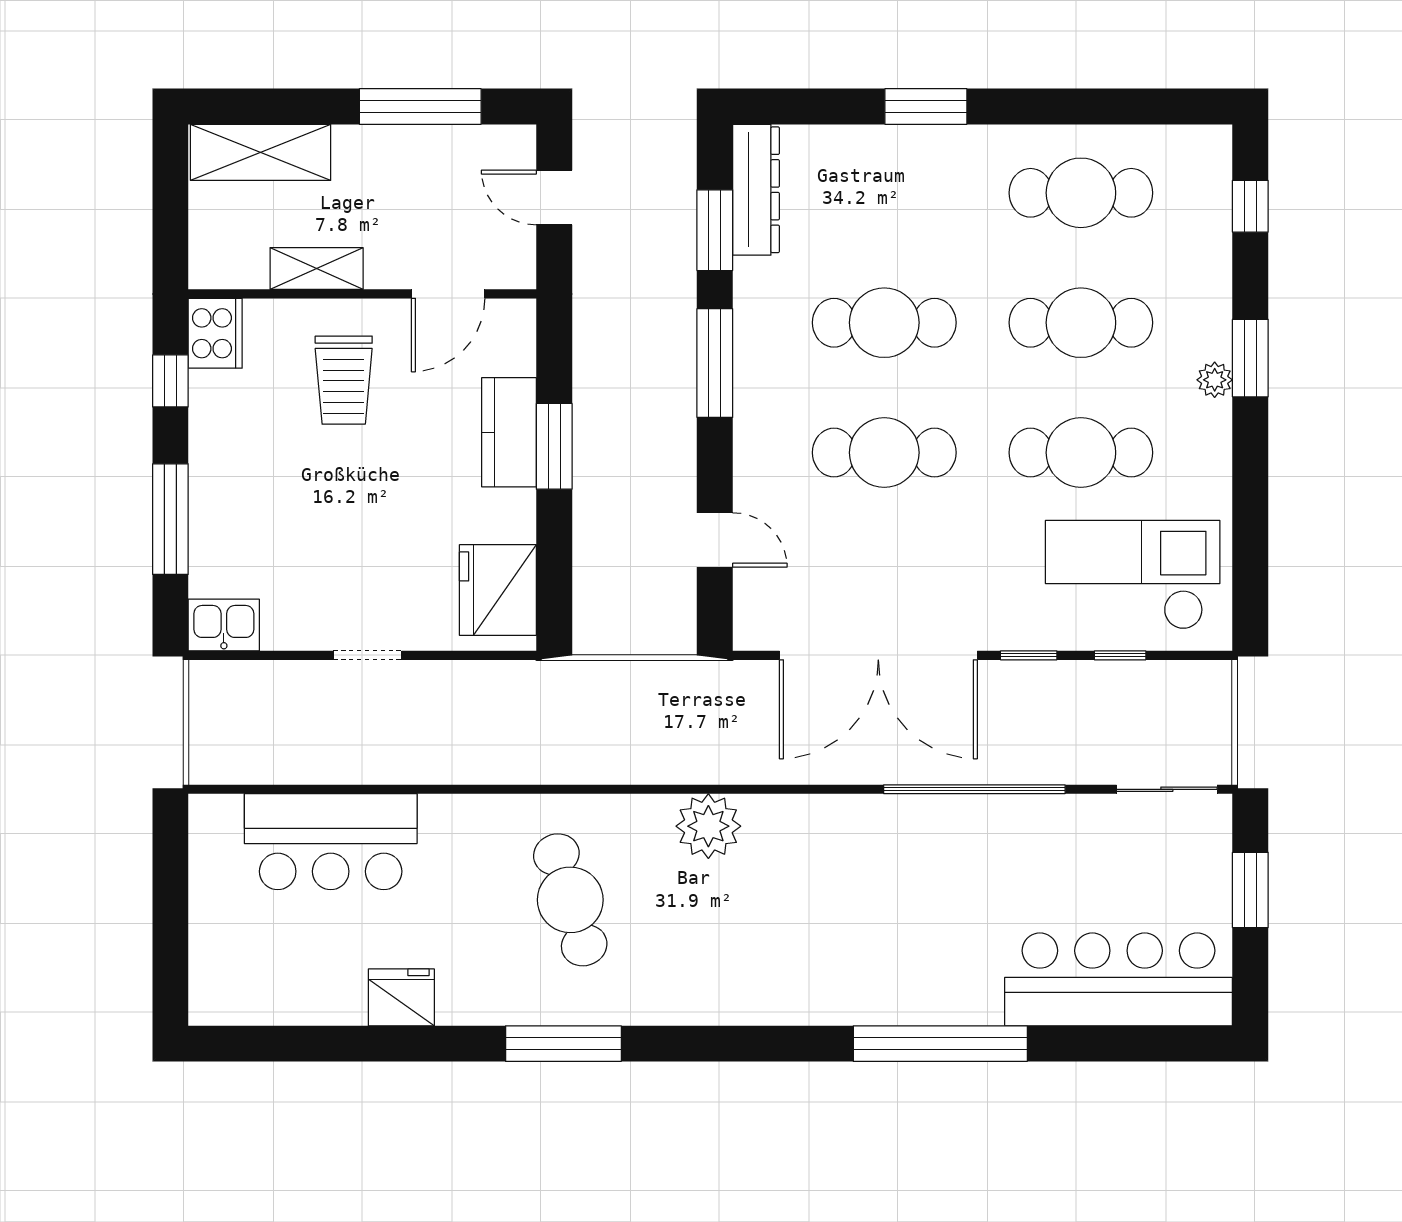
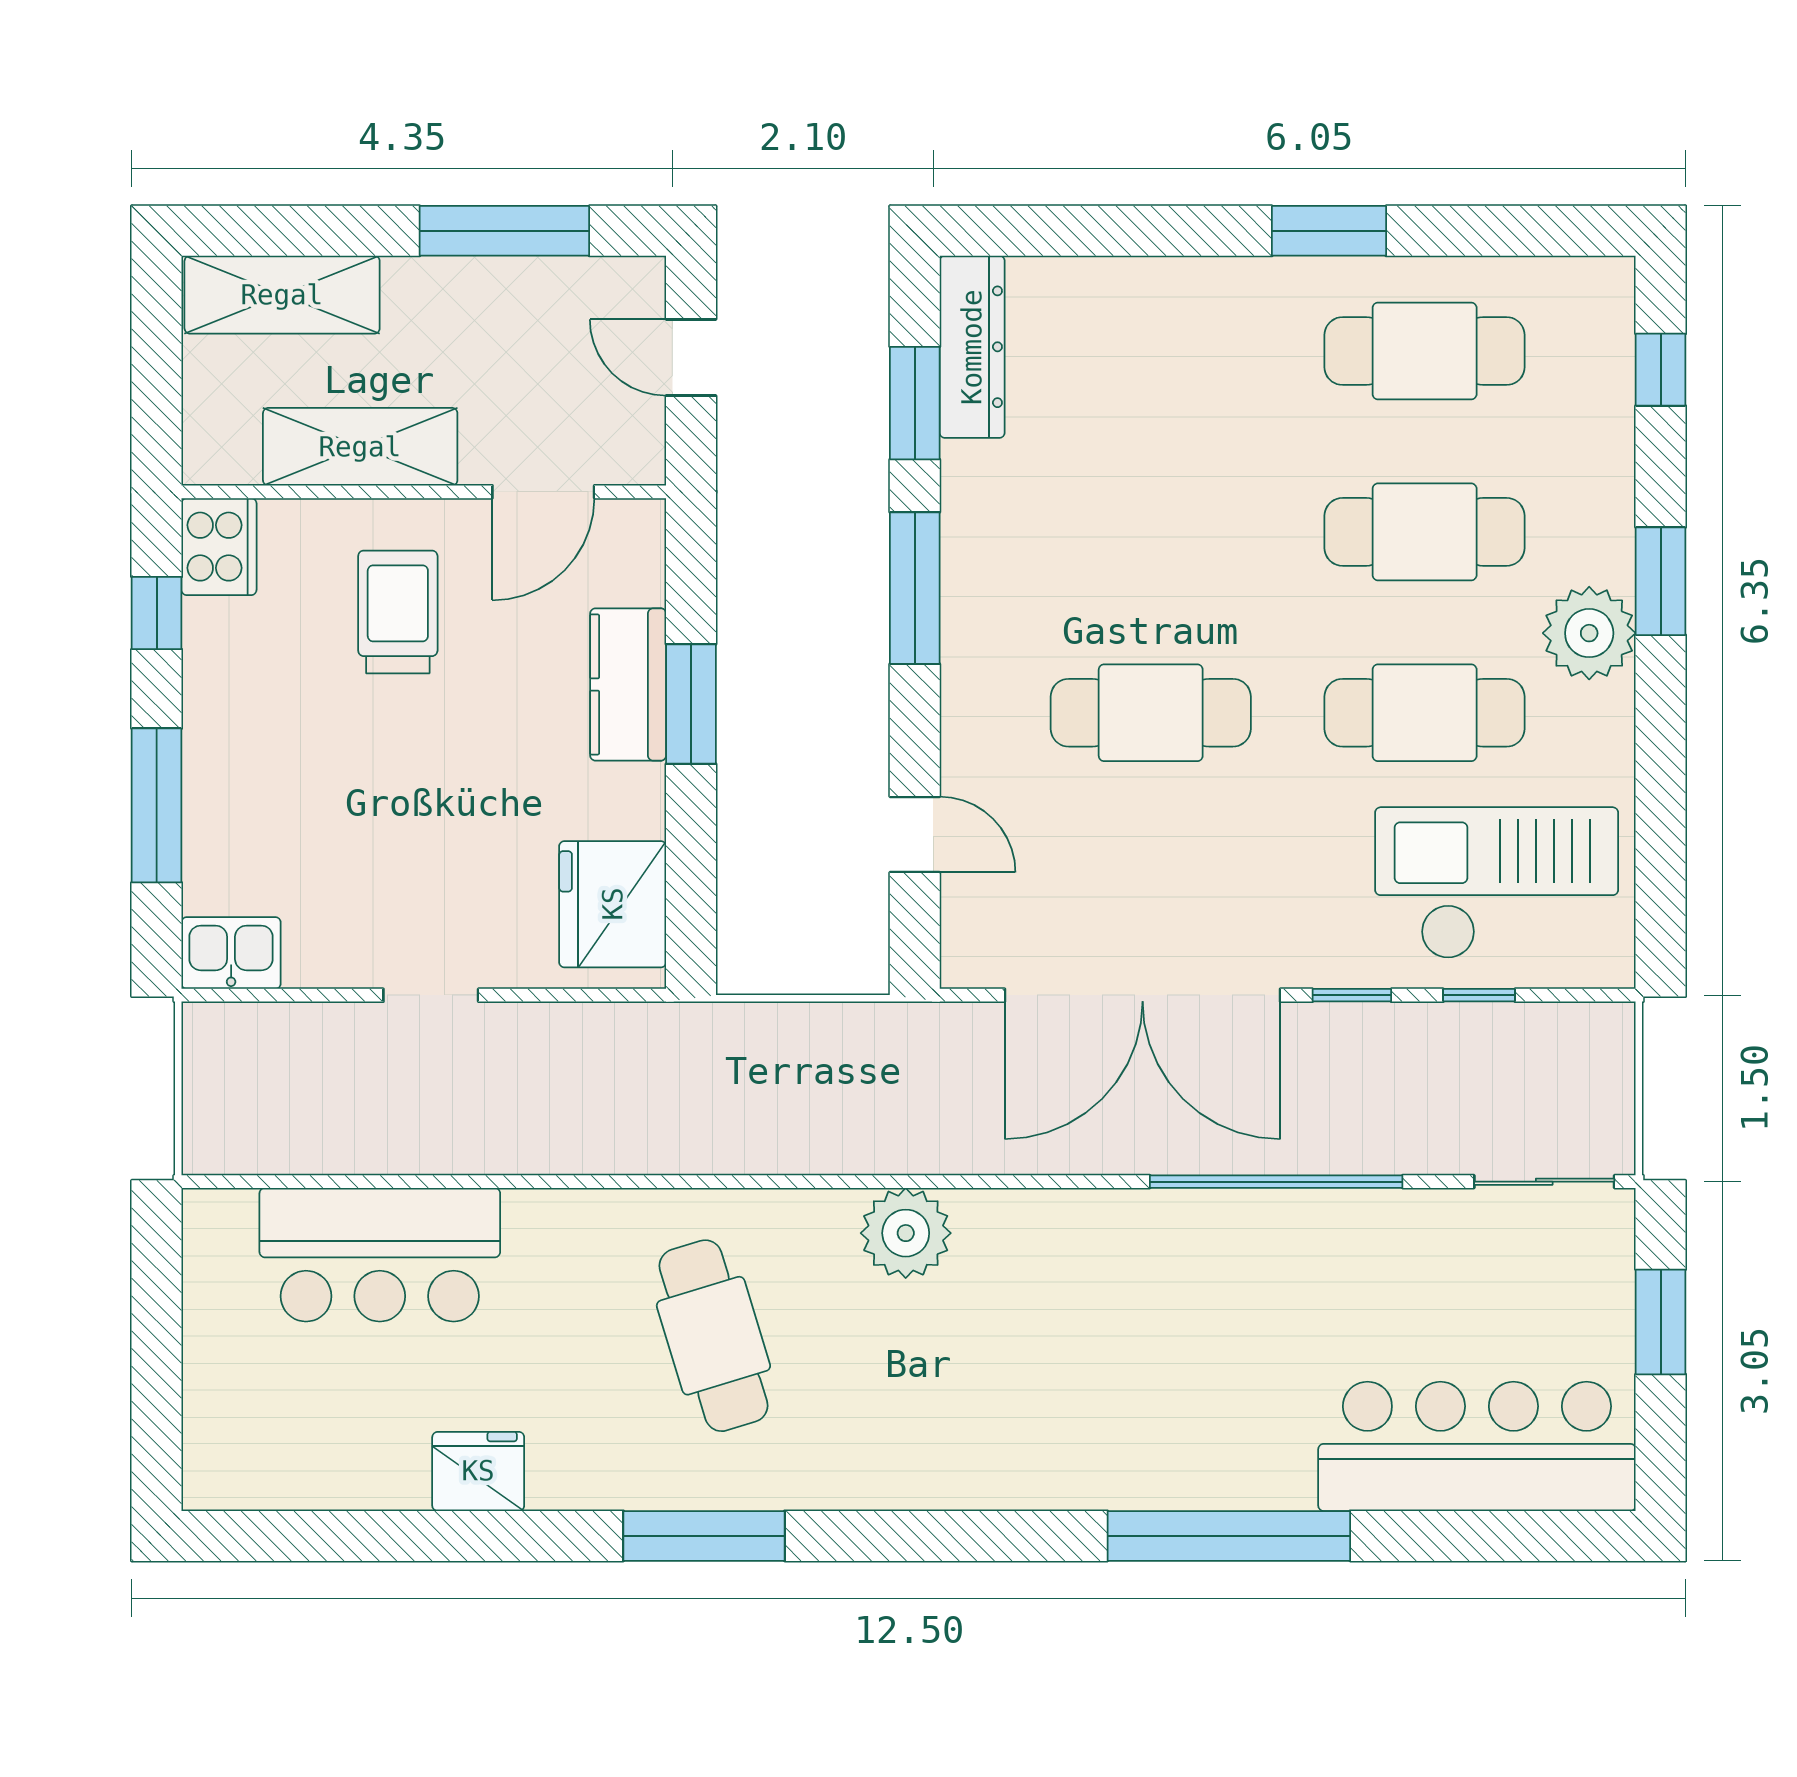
window: (926, 106) -> (1329, 231), moved
shelving: (317, 269) -> (360, 447), width x1.50, depth x1.33
cafe table: (884, 323) -> (1151, 532), removed
trolley: (344, 380) -> (398, 612), turned 180
plant: (1215, 380) -> (1589, 633), width x1.87, depth x1.87

